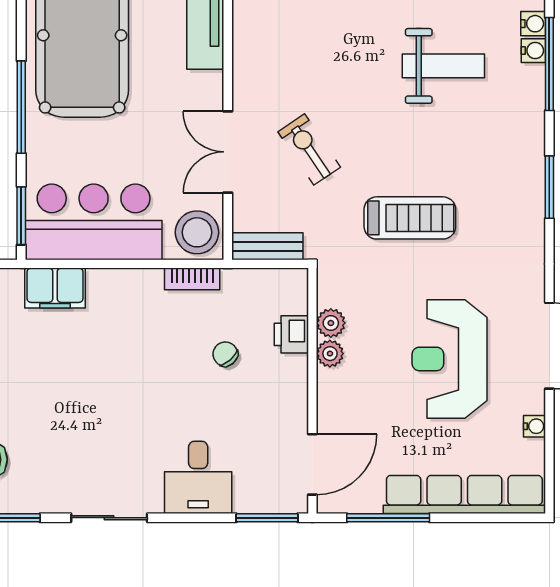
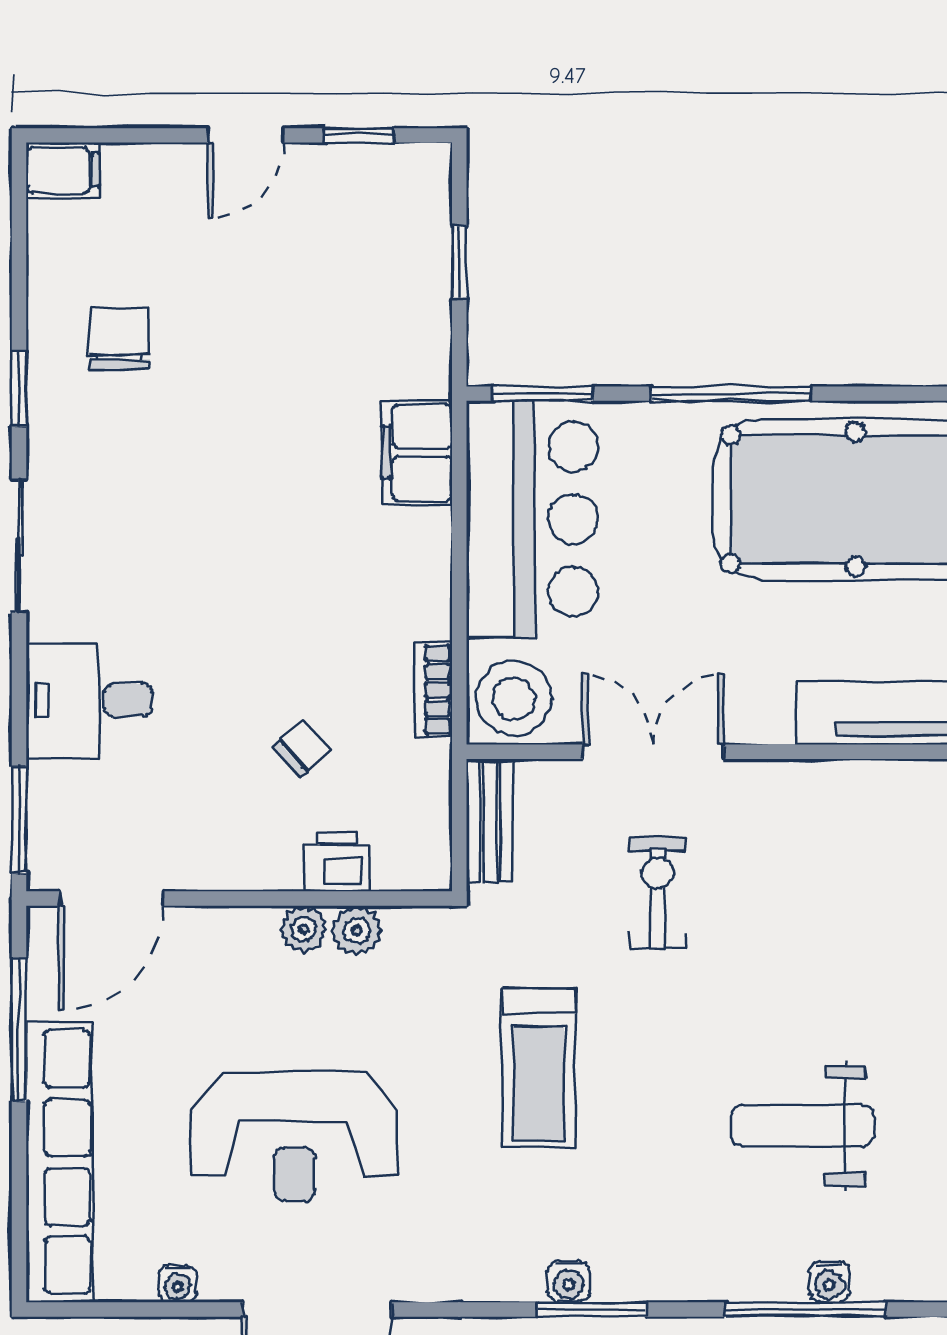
water cooler: (533, 24) -> (568, 1281), moved
weight bench: (443, 66) -> (802, 1126), turned 90
exercise bike: (309, 149) -> (658, 893), turned -56
reception desk: (450, 359) -> (294, 1136), turned 180
door: (312, 464) -> (112, 899), hinge flipped

